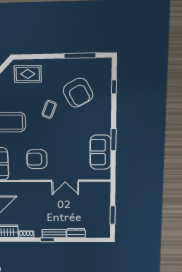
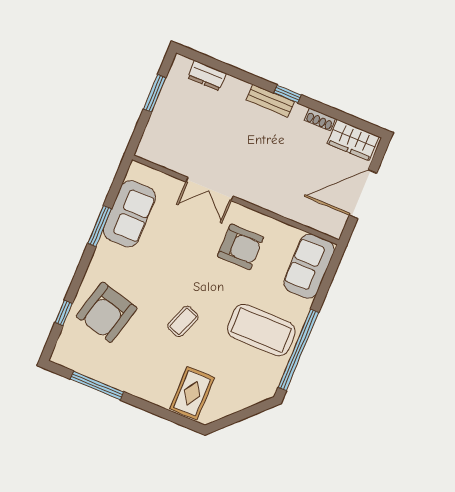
rug: (28, 74) -> (192, 393), turned 90
armchair: (78, 93) -> (107, 312), moved, turned -137
double door: (65, 181) -> (209, 189), swing flipped
dresser: (76, 233) -> (207, 76), moved

